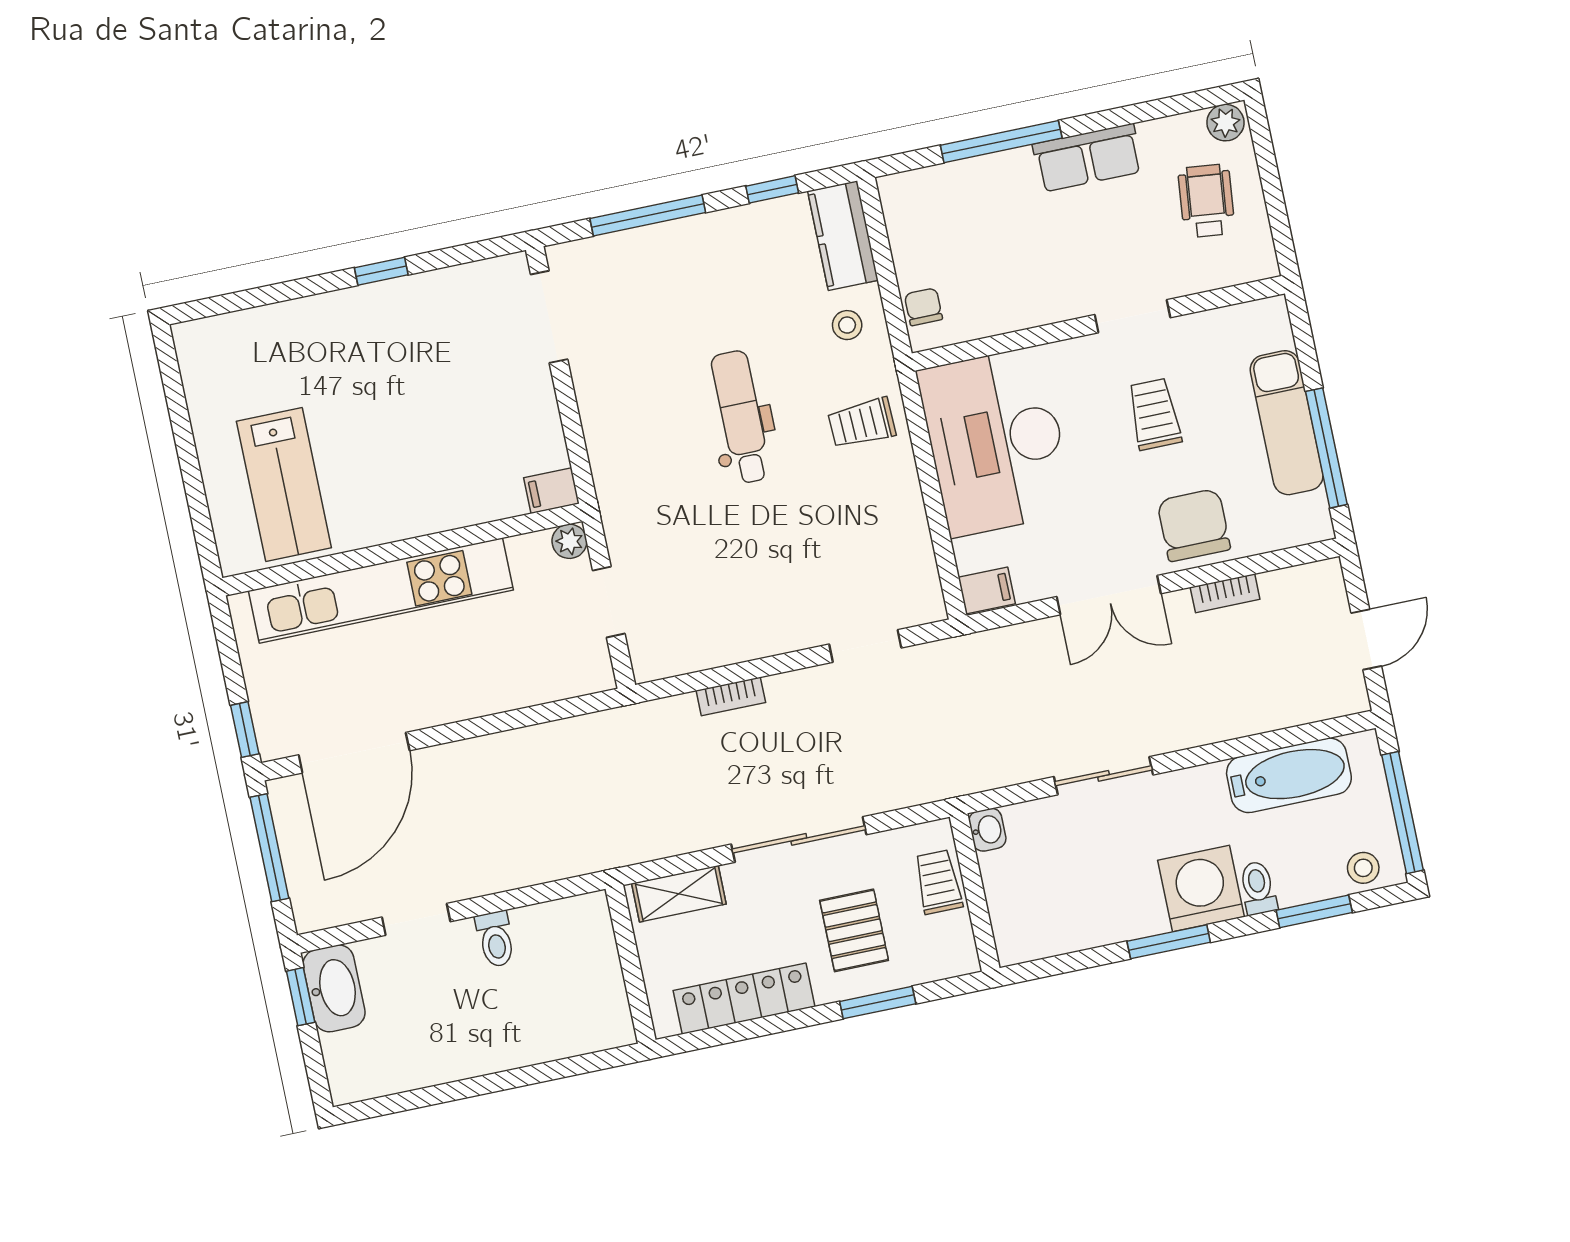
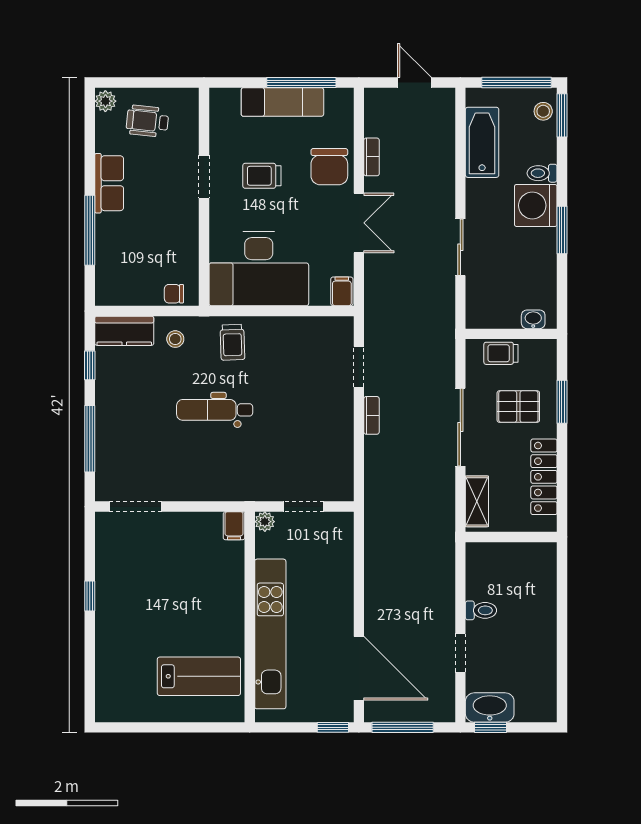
chair: (1194, 525) -> (329, 167), turned -90
bookcase: (731, 696) -> (372, 415), moved
washbasin: (987, 830) -> (533, 319), moved
window: (1314, 911) -> (562, 115), moved

